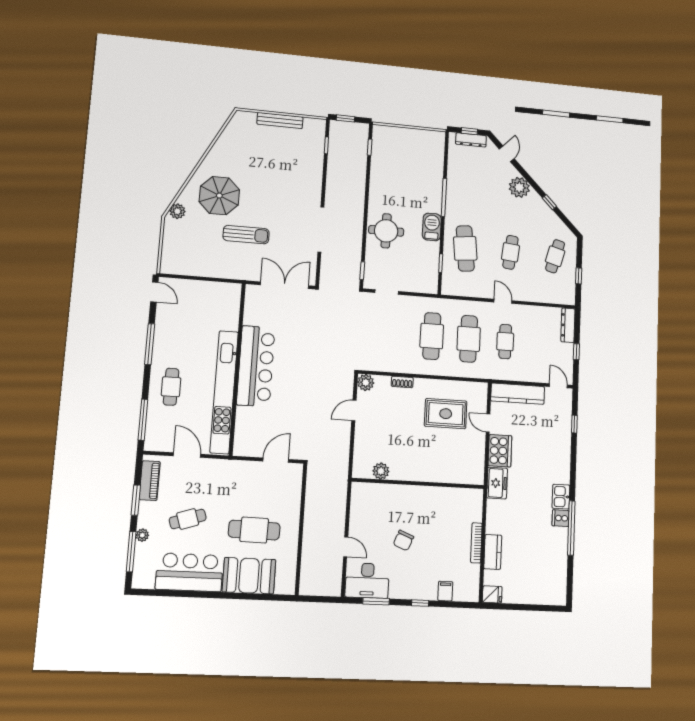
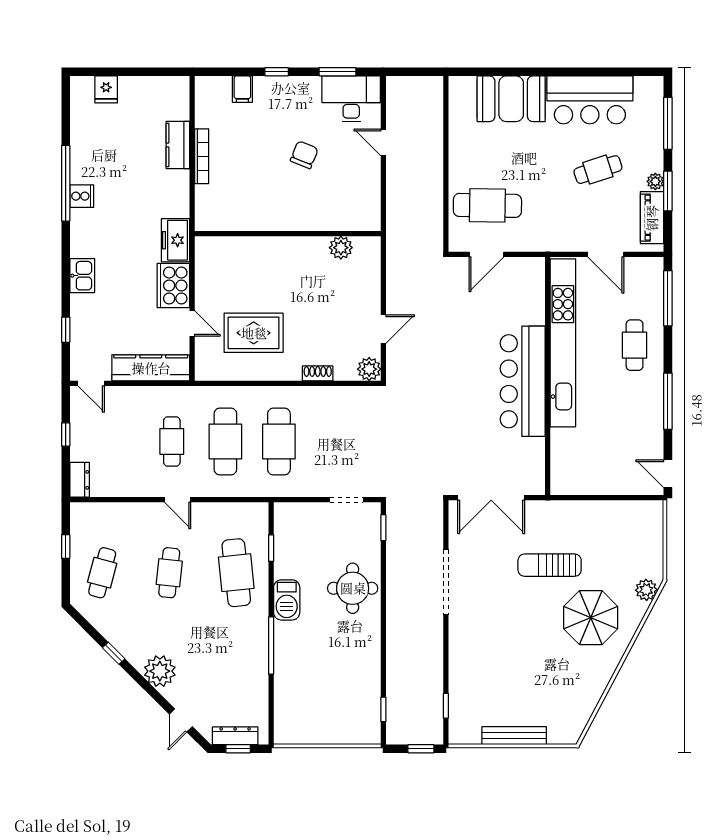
dresser: (568, 325) -> (80, 480), width x0.70
kitchen sink: (561, 497) -> (82, 276), moved
cafe table: (254, 530) -> (487, 205), moved
plant: (142, 535) -> (655, 181), moved
fridge: (492, 594) -> (106, 89), moved, turned -90

